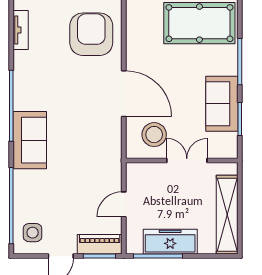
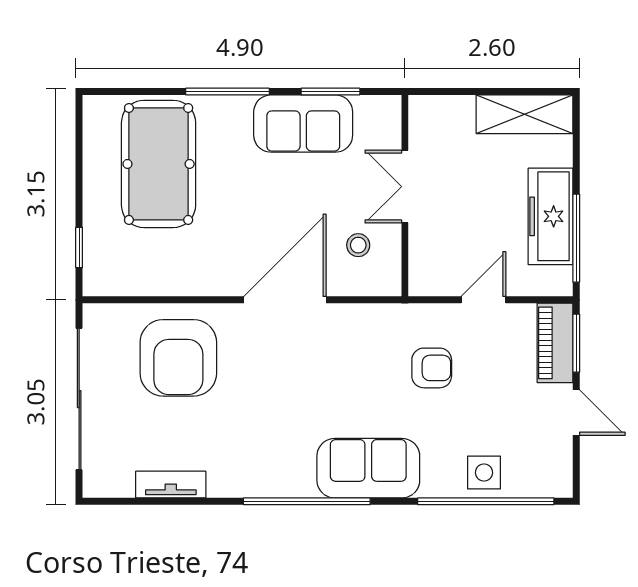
armchair: (91, 34) -> (178, 358), turned -90
stool: (154, 135) -> (358, 245), width x0.53, depth x0.53
armchair: (86, 176) -> (432, 368), added
door: (124, 204) -> (484, 300), swing flipped
shelving: (227, 215) -> (524, 114), width x0.68
side table: (33, 233) -> (484, 473), moved

